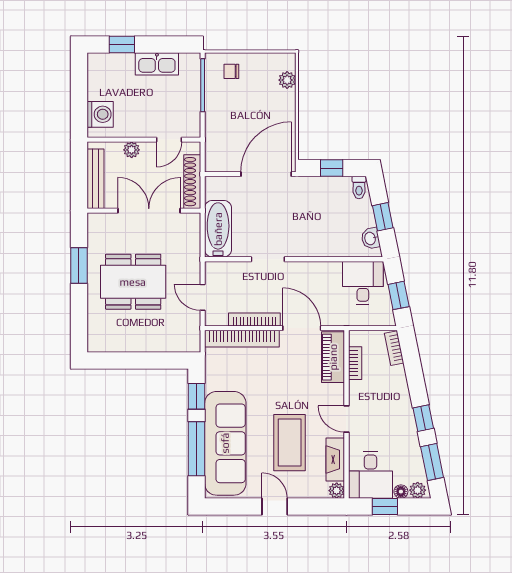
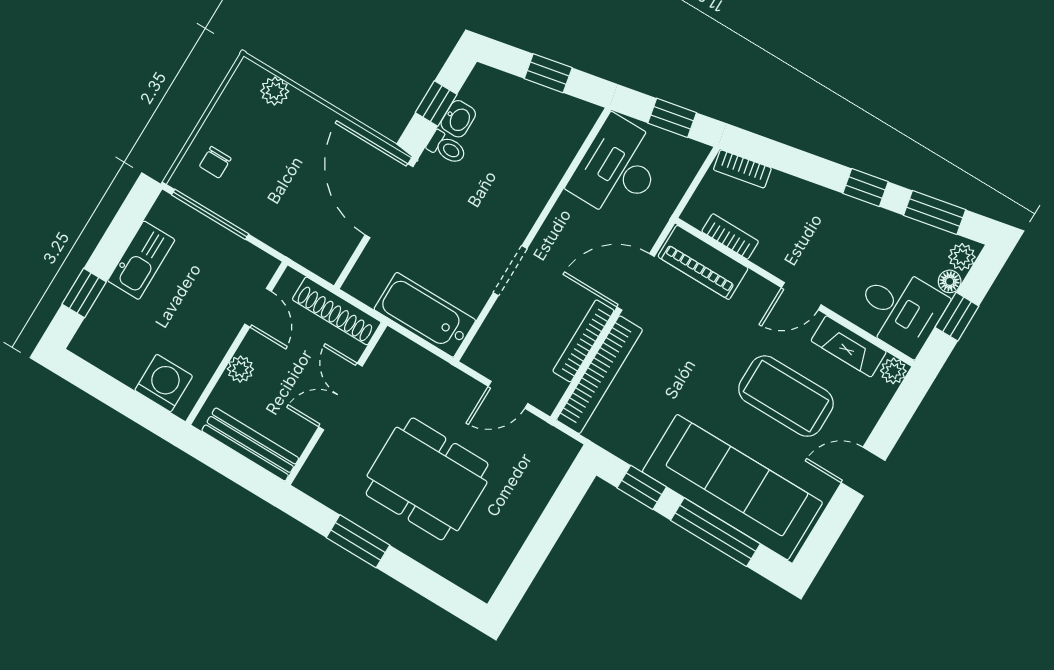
toilet: (359, 187) -> (447, 148), moved
double door: (149, 211) -> (341, 396), width x0.73
washbasin: (370, 238) -> (458, 119), moved, turned -79
dining table: (133, 282) -> (427, 479), turned 90
desk: (363, 283) -> (618, 168), width x1.37

